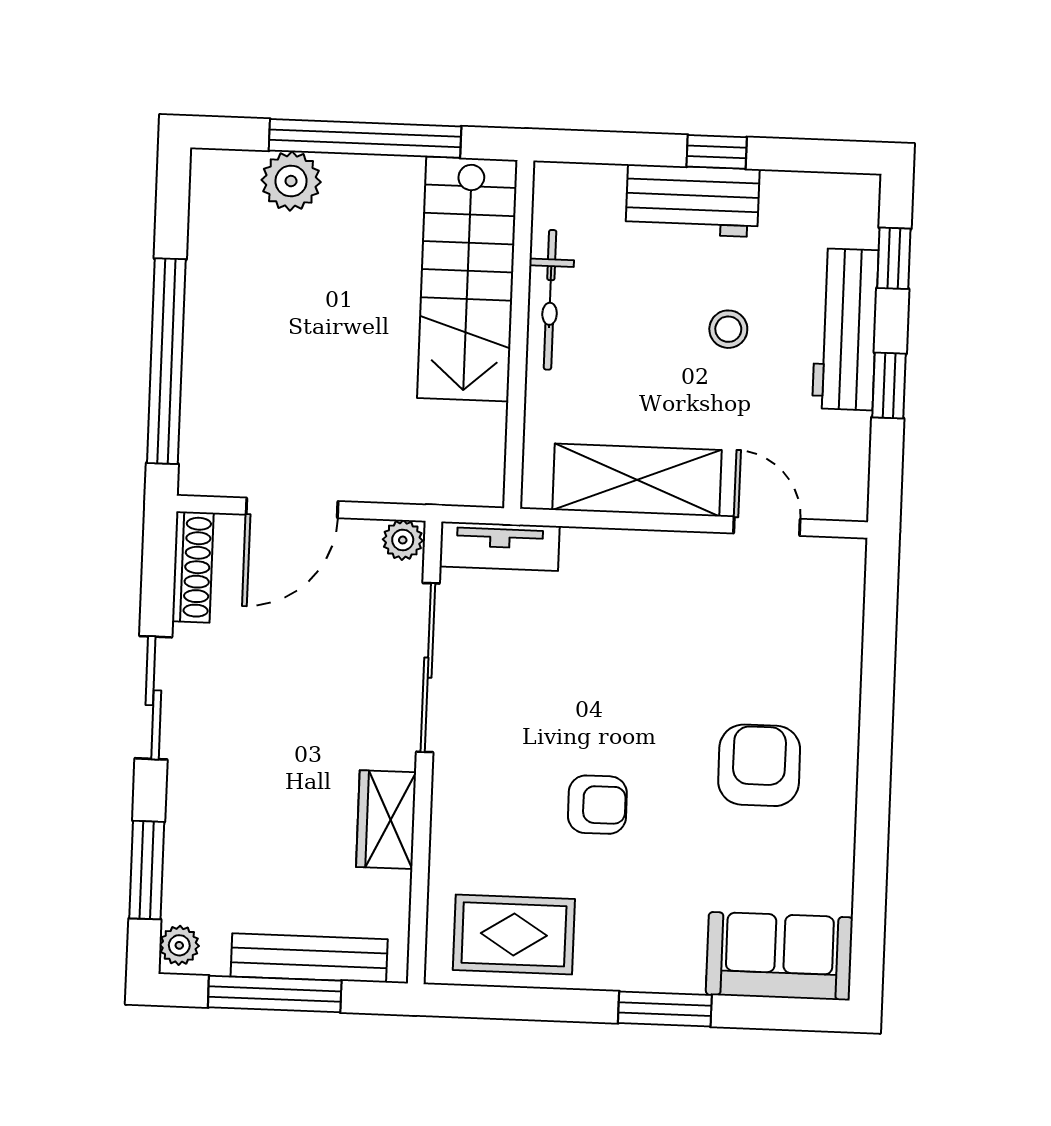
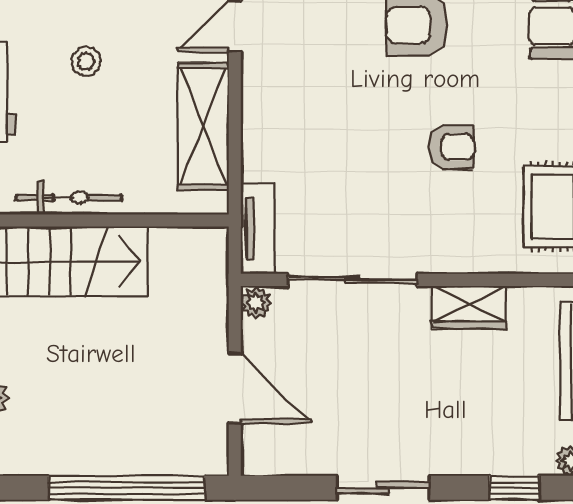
shoe rack: (193, 567) -> (283, 462), removed
armchair: (597, 805) -> (452, 147), turned 90
window: (147, 870) -> (514, 488), width x0.67

